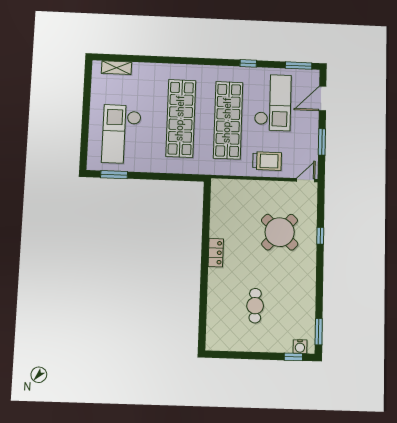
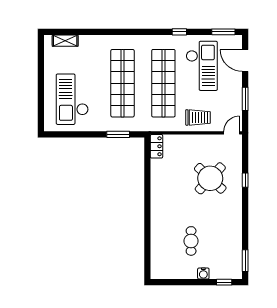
door: (323, 98) -> (245, 60), hinge flipped
window: (114, 175) -> (118, 134), moved
locker: (216, 253) -> (156, 146), moved
water cooler: (300, 347) -> (203, 274), moved

